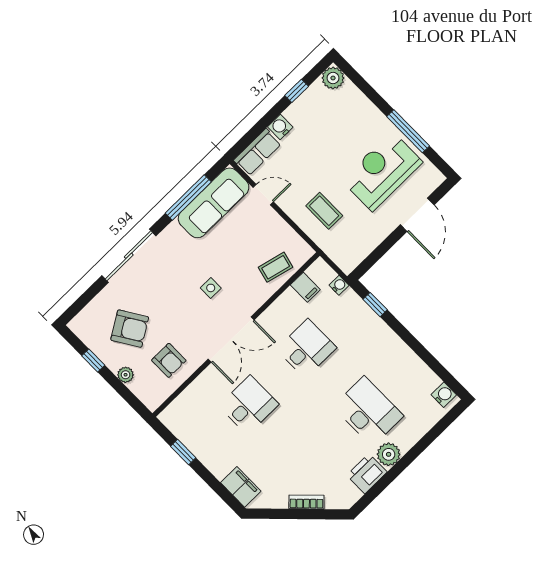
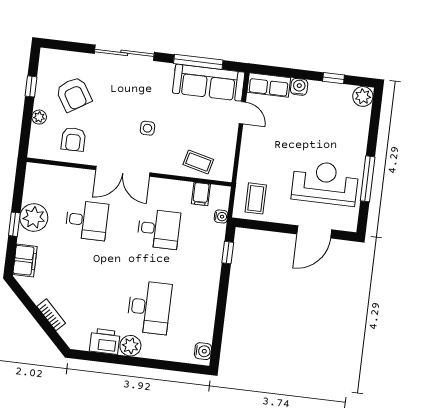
coffee table: (324, 211) -> (256, 198), moved
plant: (209, 449) -> (34, 218), added
window: (183, 452) -> (14, 224), moved

